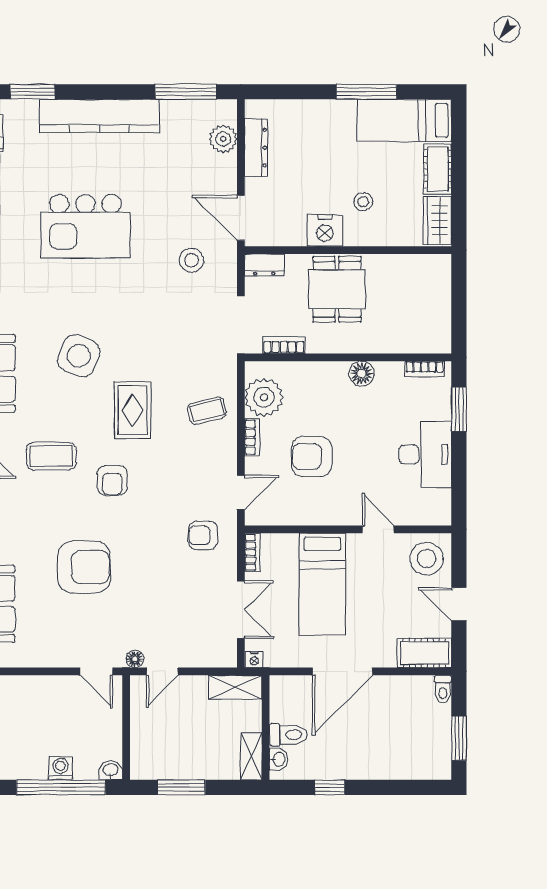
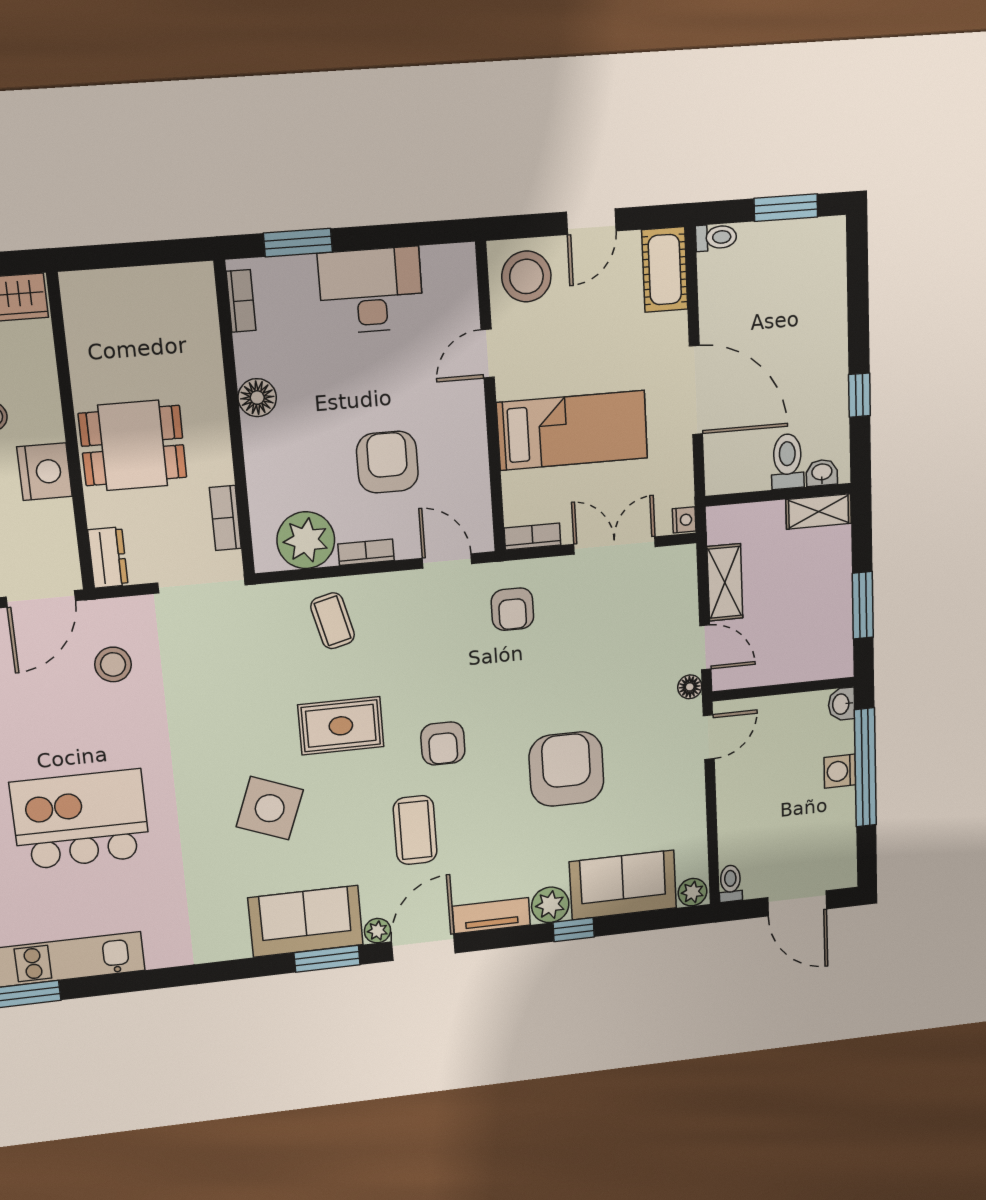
kitchen island: (85, 226) -> (80, 819), turned -90
armchair: (312, 457) -> (387, 462), turned 180
armchair: (112, 480) -> (443, 743), turned 90
shelving: (235, 687) -> (725, 582), moved

